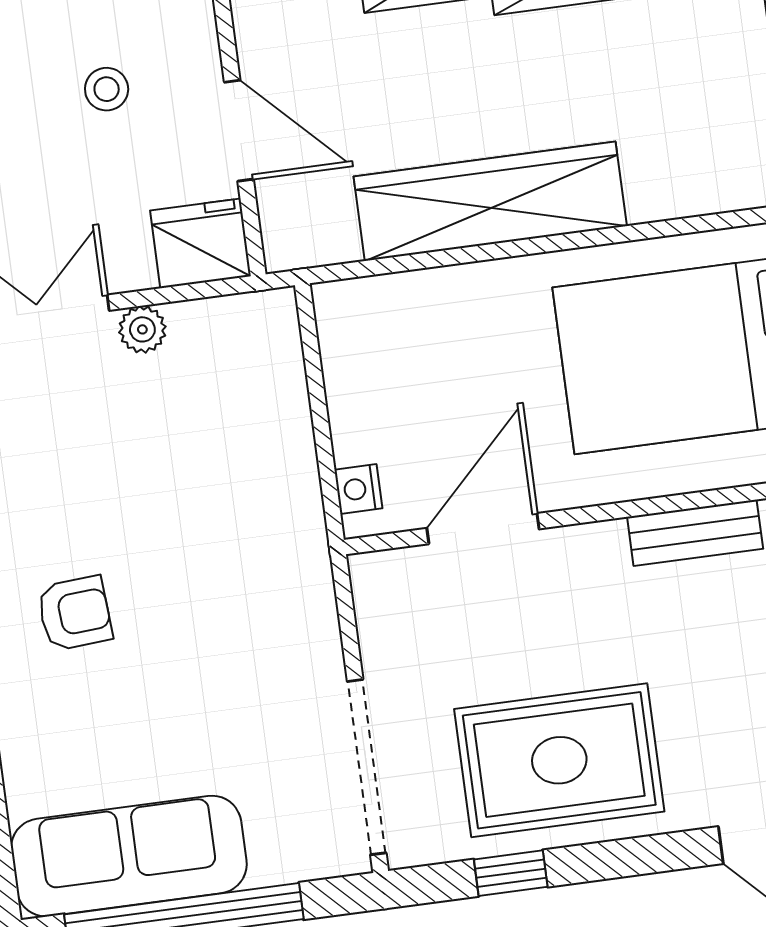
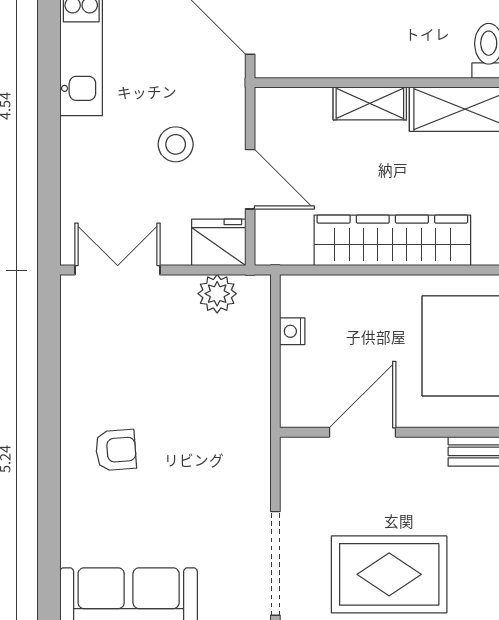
stool: (107, 89) -> (176, 144), width x1.37, depth x1.37
plant: (142, 329) -> (217, 294), moved, width x1.38, depth x1.38
nightstand: (358, 489) -> (292, 331), moved

